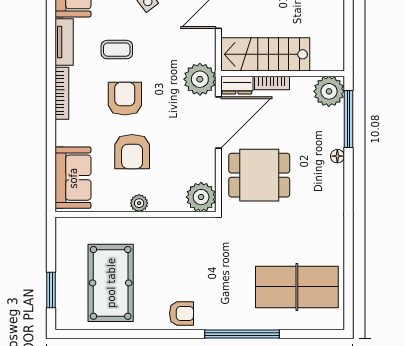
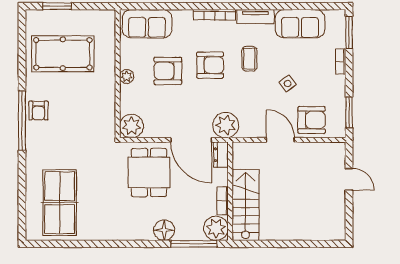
stairs: (265, 54) -> (246, 205), moved
bookcase: (272, 83) -> (223, 201), moved
floor lamp: (337, 156) -> (164, 230), width x1.89, depth x1.89
window: (242, 334) -> (22, 121), moved

